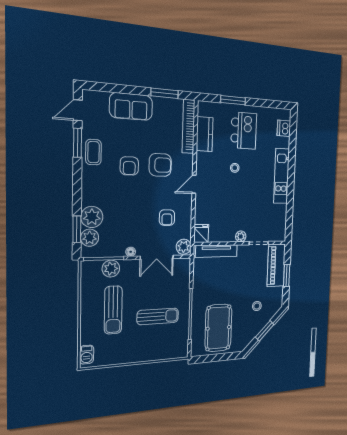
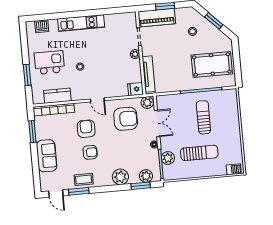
plant: (92, 217) -> (120, 177), moved
armchair: (167, 218) -> (126, 119), width x1.88, depth x1.88

